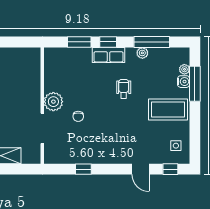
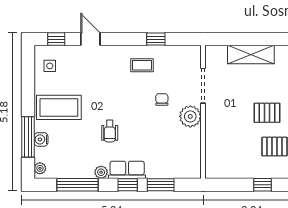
plant: (142, 53) -> (101, 172), moved
plant: (184, 69) -> (40, 168), moved
coffee table: (96, 146) -> (142, 65), added

